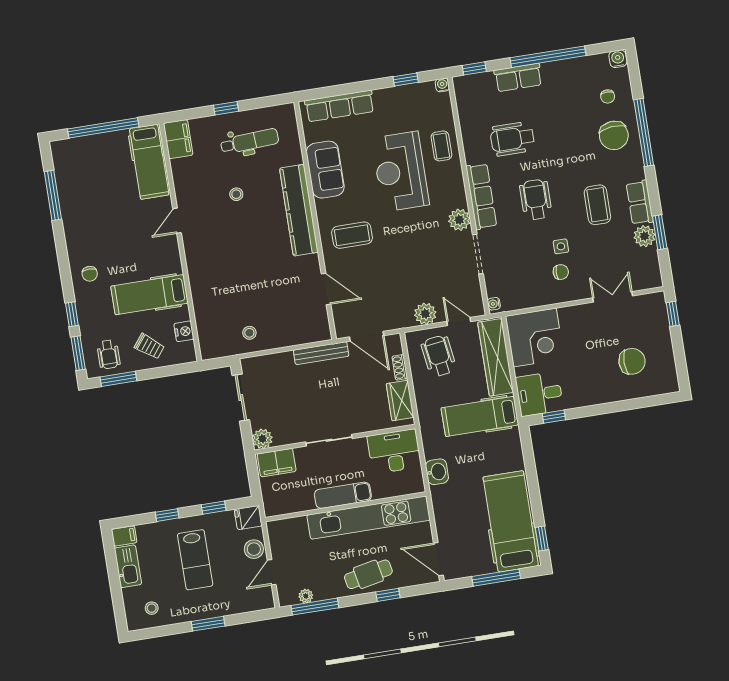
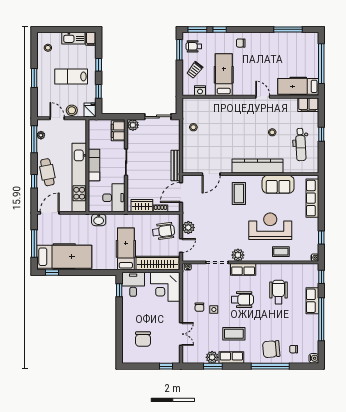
row of seats: (481, 196) -> (243, 269), width x0.68

